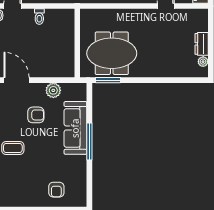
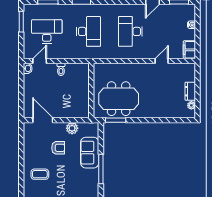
sofa: (75, 128) -> (90, 153), width x0.73

